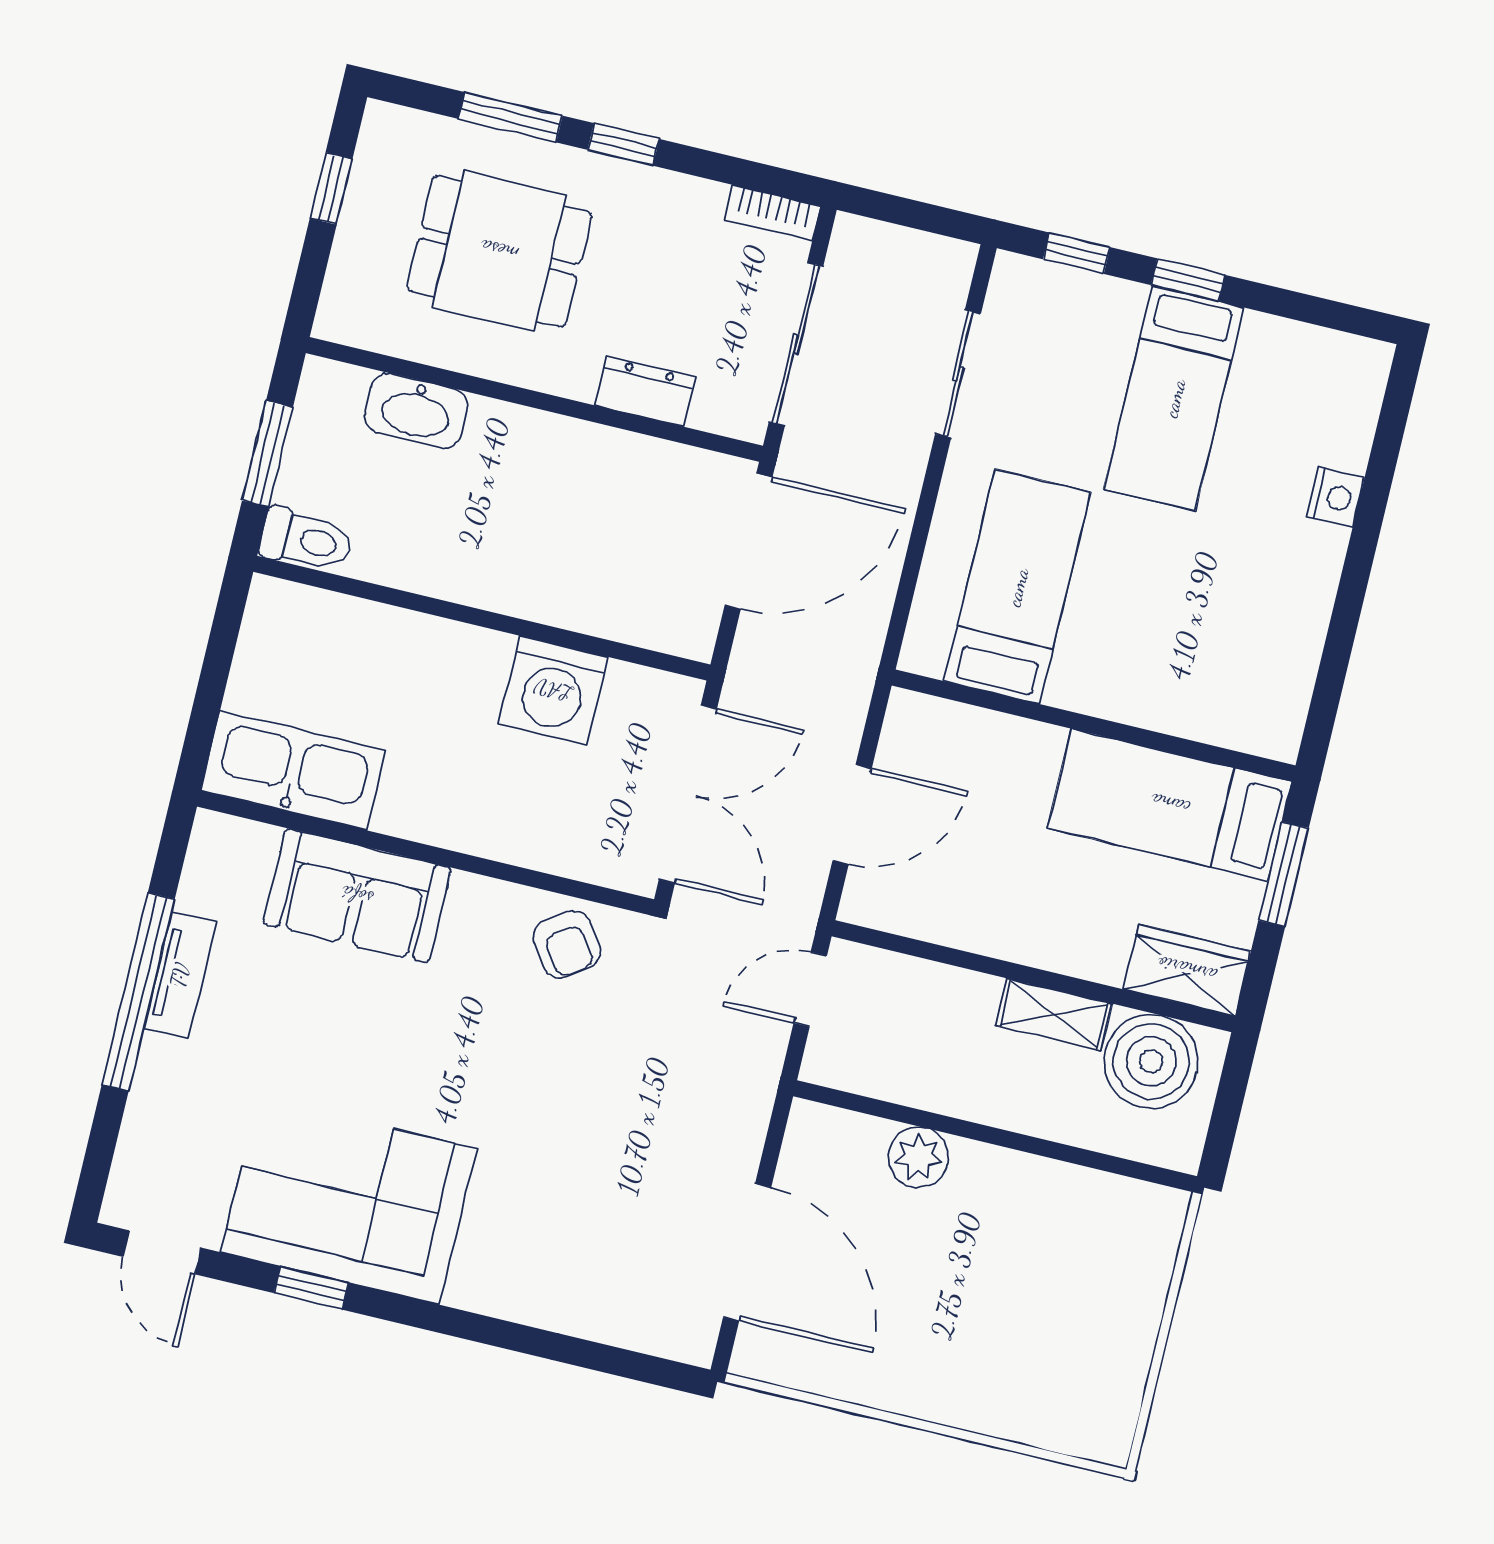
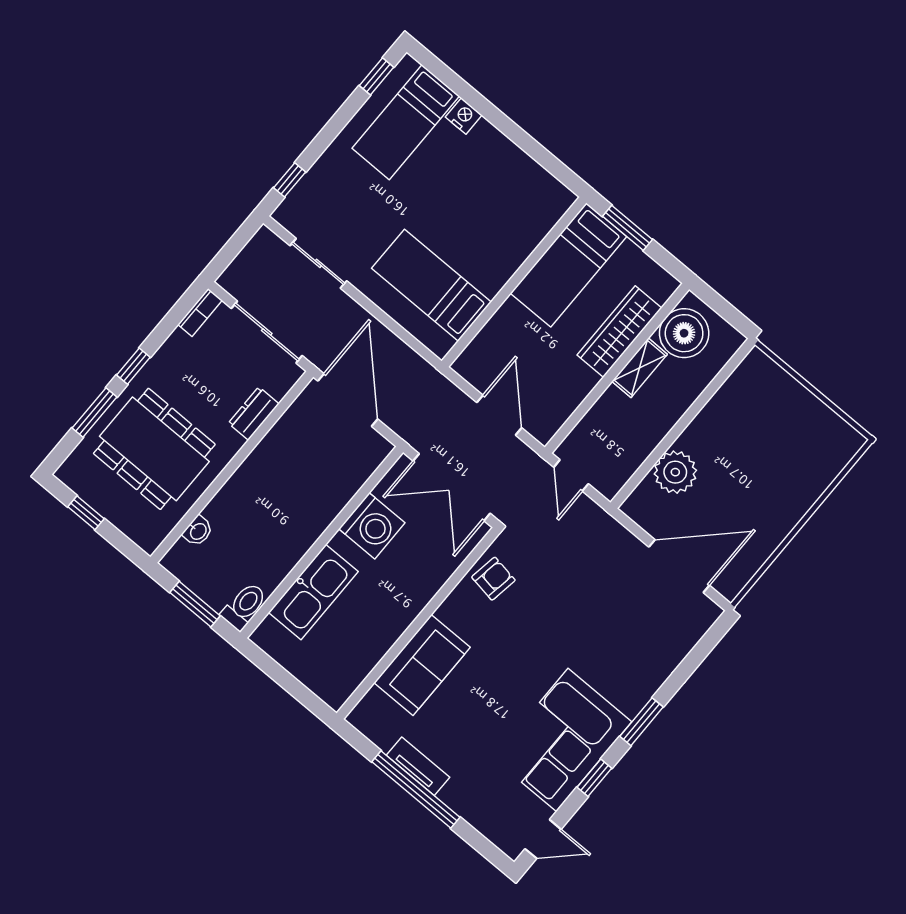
dining table: (499, 251) -> (154, 449), width x1.38
window: (1188, 280) -> (377, 76), moved
bed: (1174, 398) -> (406, 122), moved, turned 90
washbasin: (416, 411) -> (198, 531), width x0.52, depth x0.69
kitchen sink: (293, 771) -> (313, 592), moved, turned 180
double door: (688, 794) -> (452, 487), swing flipped
armchair: (567, 944) -> (493, 579), turned -46
wardrobe: (1187, 970) -> (619, 332), moved, width x1.50
plant: (918, 1157) -> (675, 472), width x1.36, depth x1.36
window: (448, 1321) -> (642, 722), added

